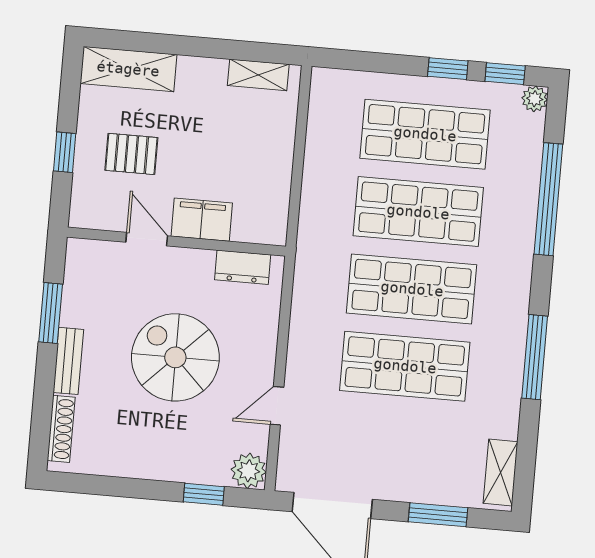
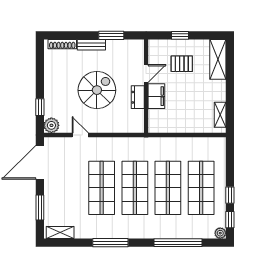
pallet: (131, 154) -> (182, 64), turned 90
dresser: (243, 267) -> (138, 97), moved

